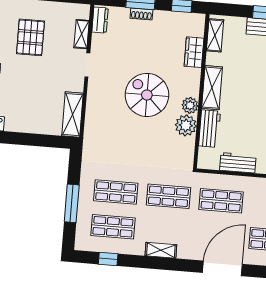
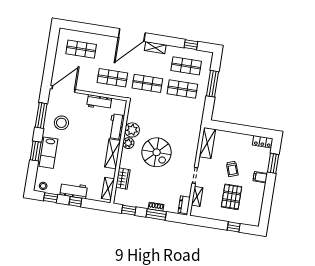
trolley: (33, 79) -> (232, 169), added
door: (222, 268) -> (132, 35), moved

